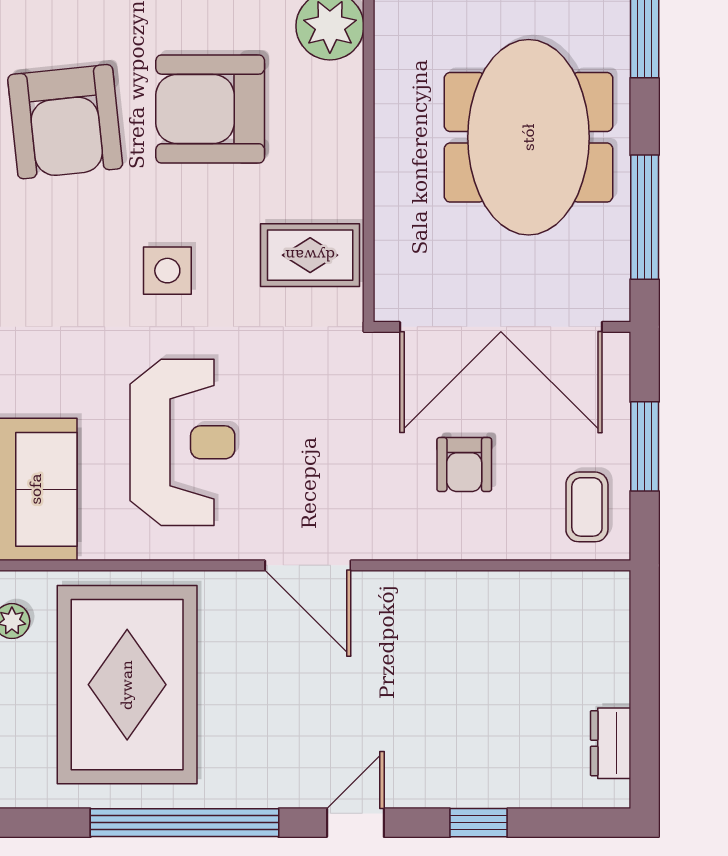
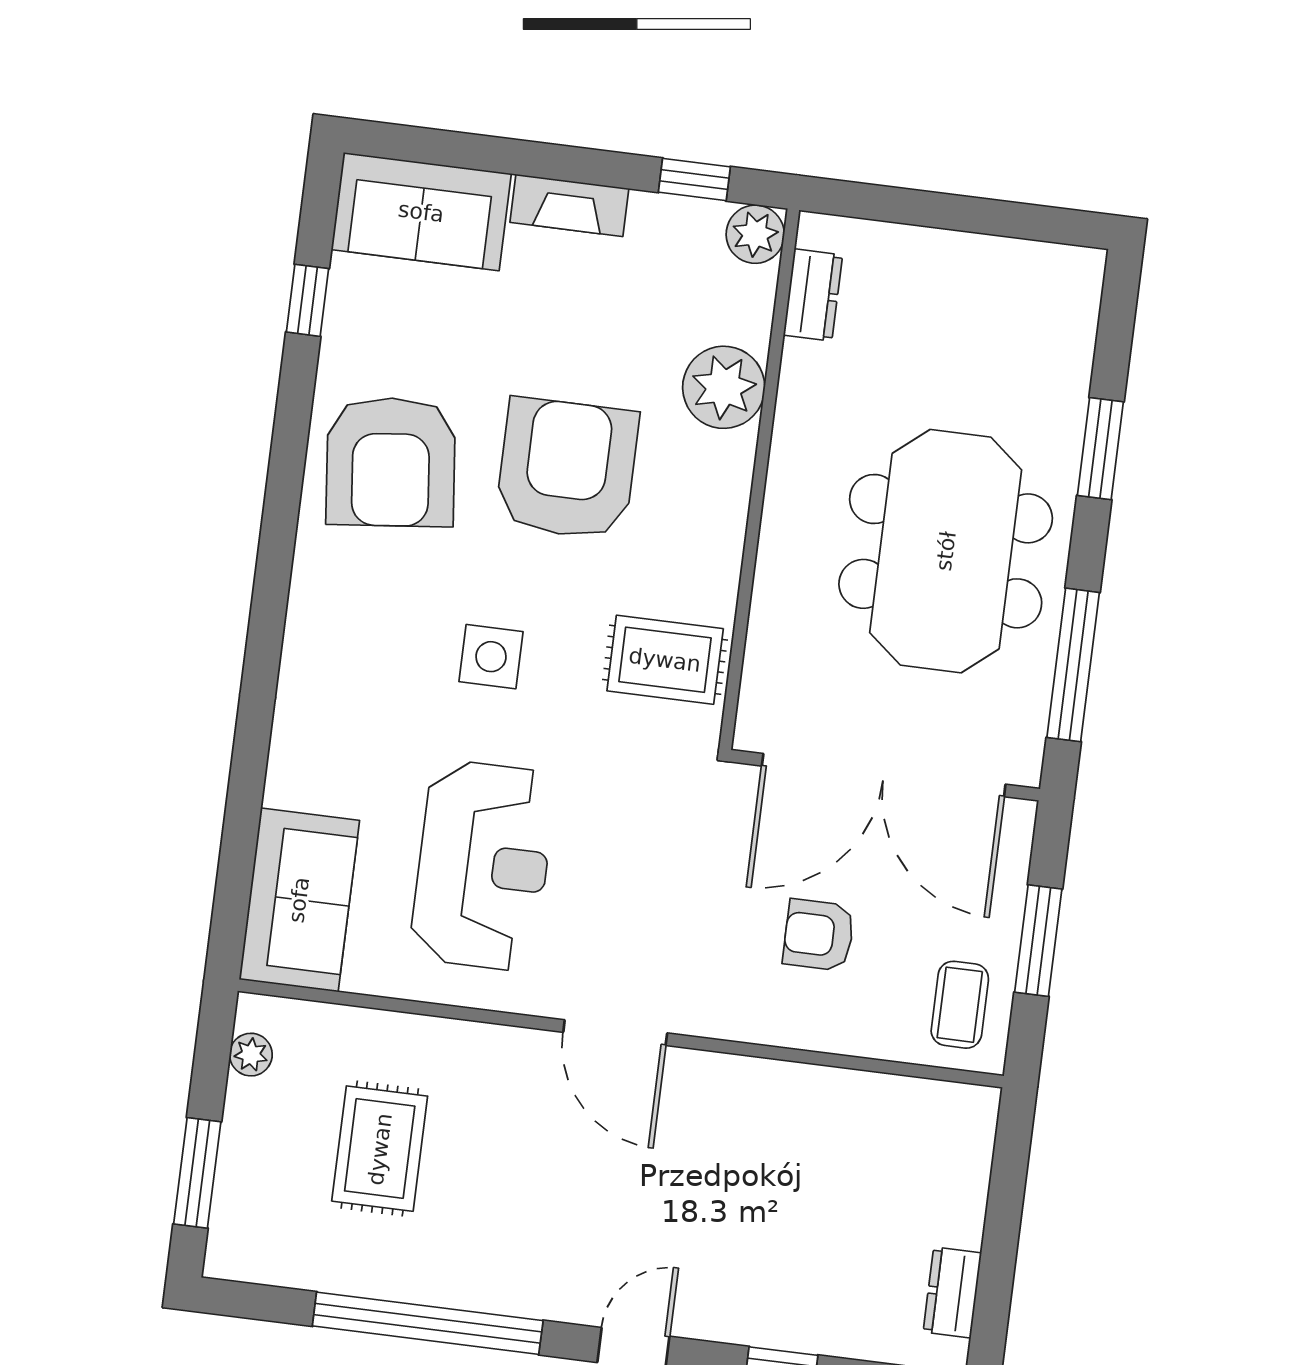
armchair: (210, 109) -> (567, 469), turned 90
armchair: (464, 464) -> (819, 935), turned 90
rug: (127, 685) -> (380, 1149), width x0.54, depth x0.49

